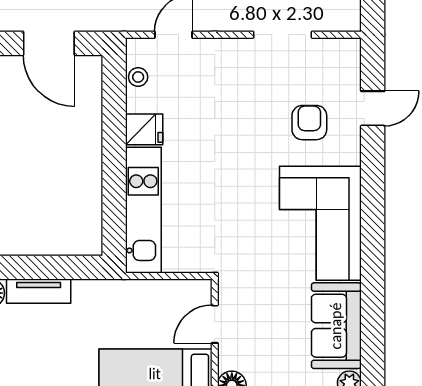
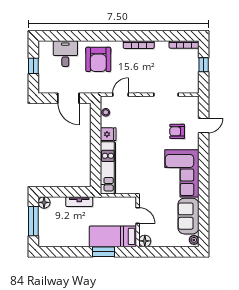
armchair: (309, 123) -> (177, 131), turned -90
tv unit: (39, 291) -> (79, 202), moved
door: (215, 324) -> (138, 215), swing flipped

